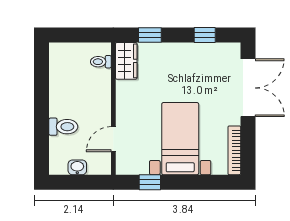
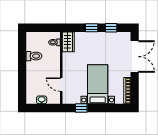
window: (150, 35) -> (92, 28), moved
toilet: (63, 127) -> (34, 56), moved
door: (113, 139) -> (61, 85), hinge flipped

